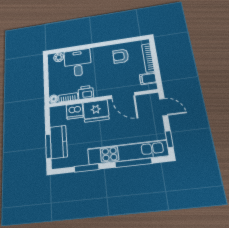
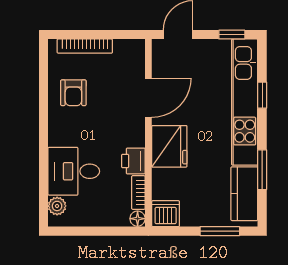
filing cabinet: (148, 79) -> (124, 52), removed
dishwasher: (75, 111) -> (166, 214), moved, turned -90
kitchen counter: (59, 142) -> (244, 194), moved, turned -90
window: (133, 163) -> (262, 95), width x0.46

